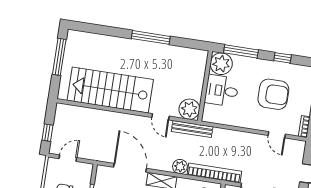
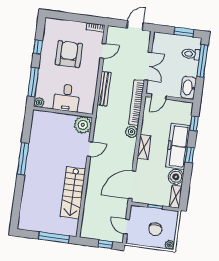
window: (59, 57) -> (54, 237), moved
plant: (221, 64) -> (39, 102), width x0.53, depth x0.53
stairs: (110, 90) -> (73, 193), width x0.73, depth x0.66
bench: (192, 129) -> (104, 89), moved
door: (130, 168) -> (132, 185), moved

